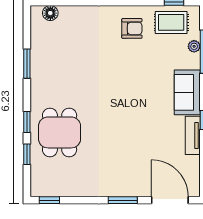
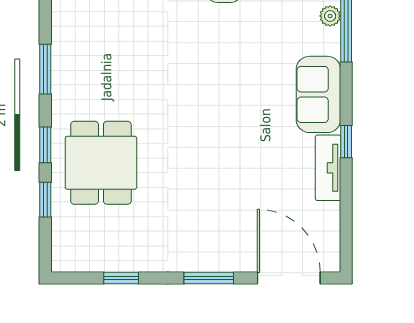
window: (27, 64) -> (45, 69), moved
window: (49, 200) -> (121, 278), moved

